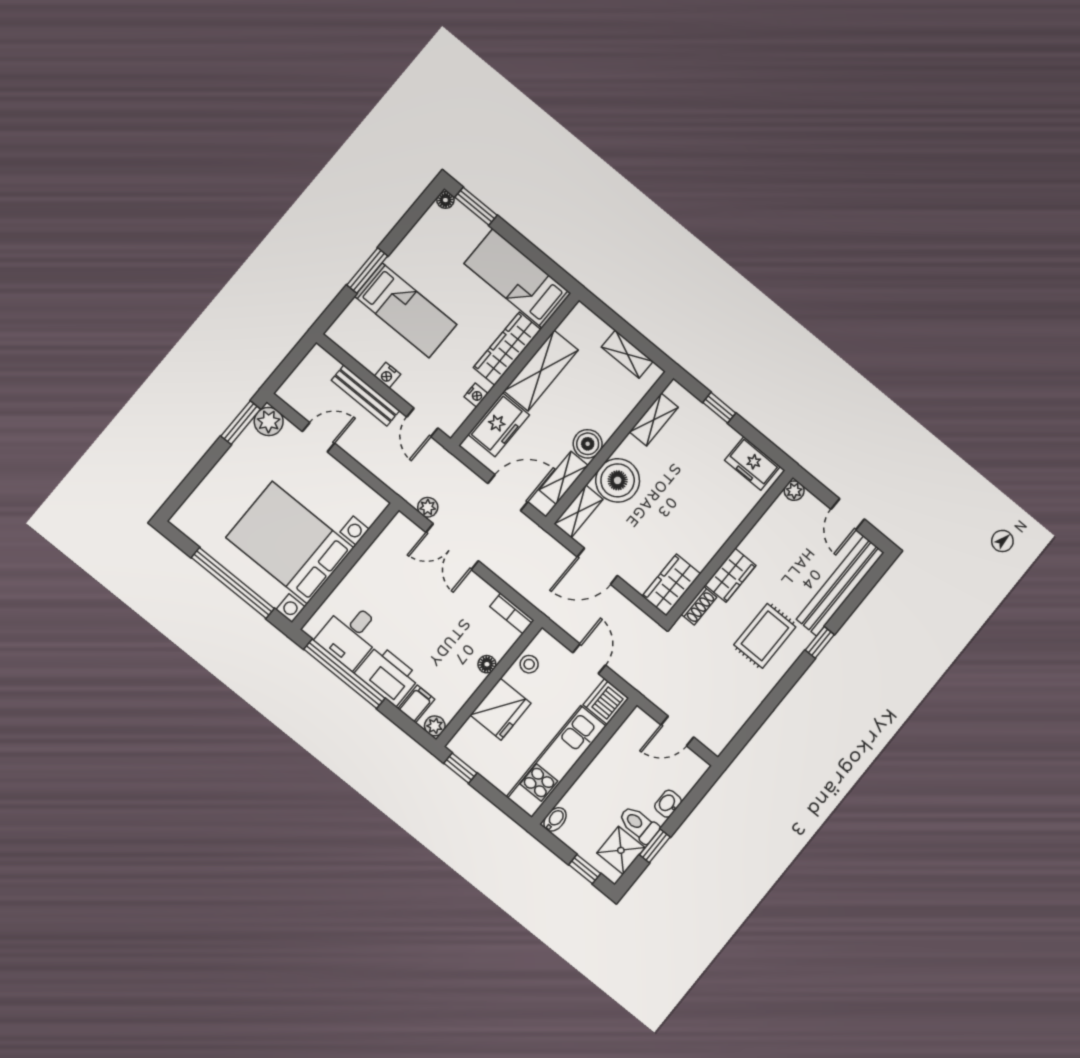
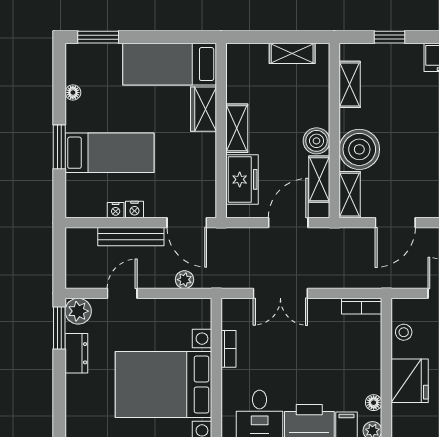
floor lamp: (445, 200) -> (73, 93), moved
wardrobe: (507, 349) -> (203, 109), width x0.67
shelving: (541, 371) -> (237, 128), width x0.67, depth x0.75
nightstand: (476, 395) -> (116, 210), moved, turned 90
door: (422, 422) -> (187, 223), width x1.38
dresser: (238, 456) -> (76, 353), added
plant: (428, 507) -> (184, 280), moved
bookcase: (370, 557) -> (228, 349), added
floor lamp: (487, 664) -> (374, 403), moved

